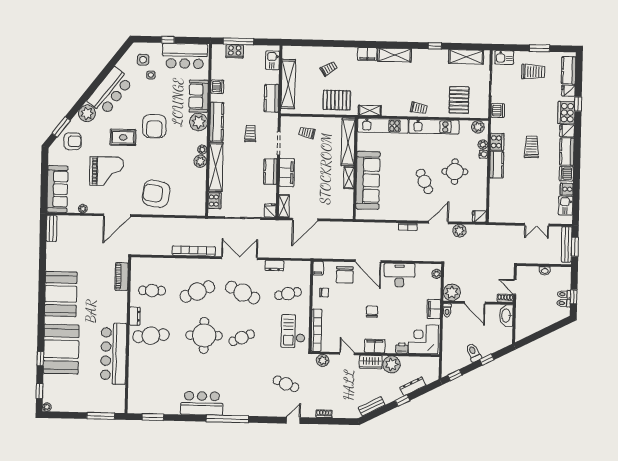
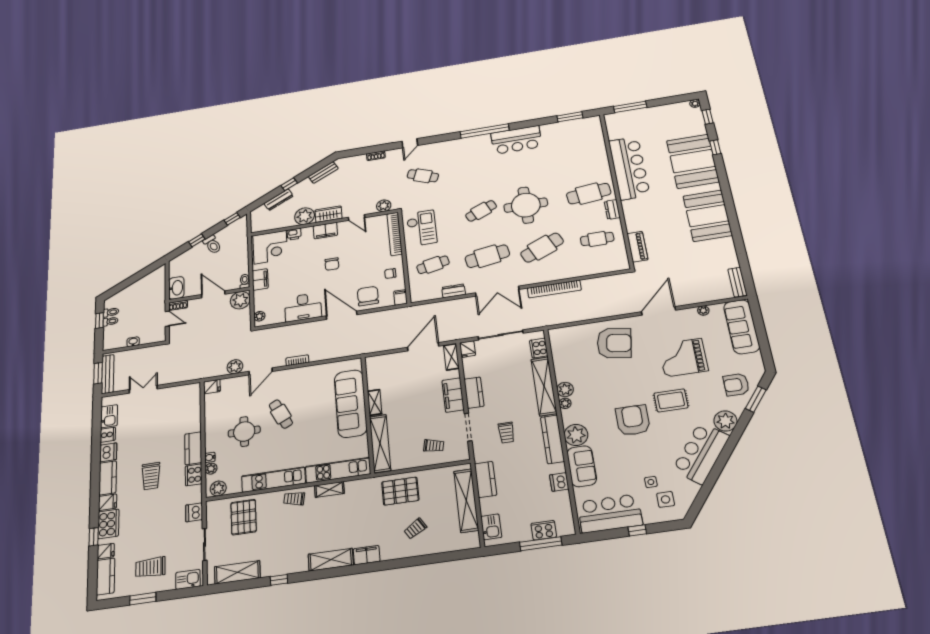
shelving: (370, 110) -> (329, 489), moved
cafe table: (243, 293) -> (487, 256), turned -33

